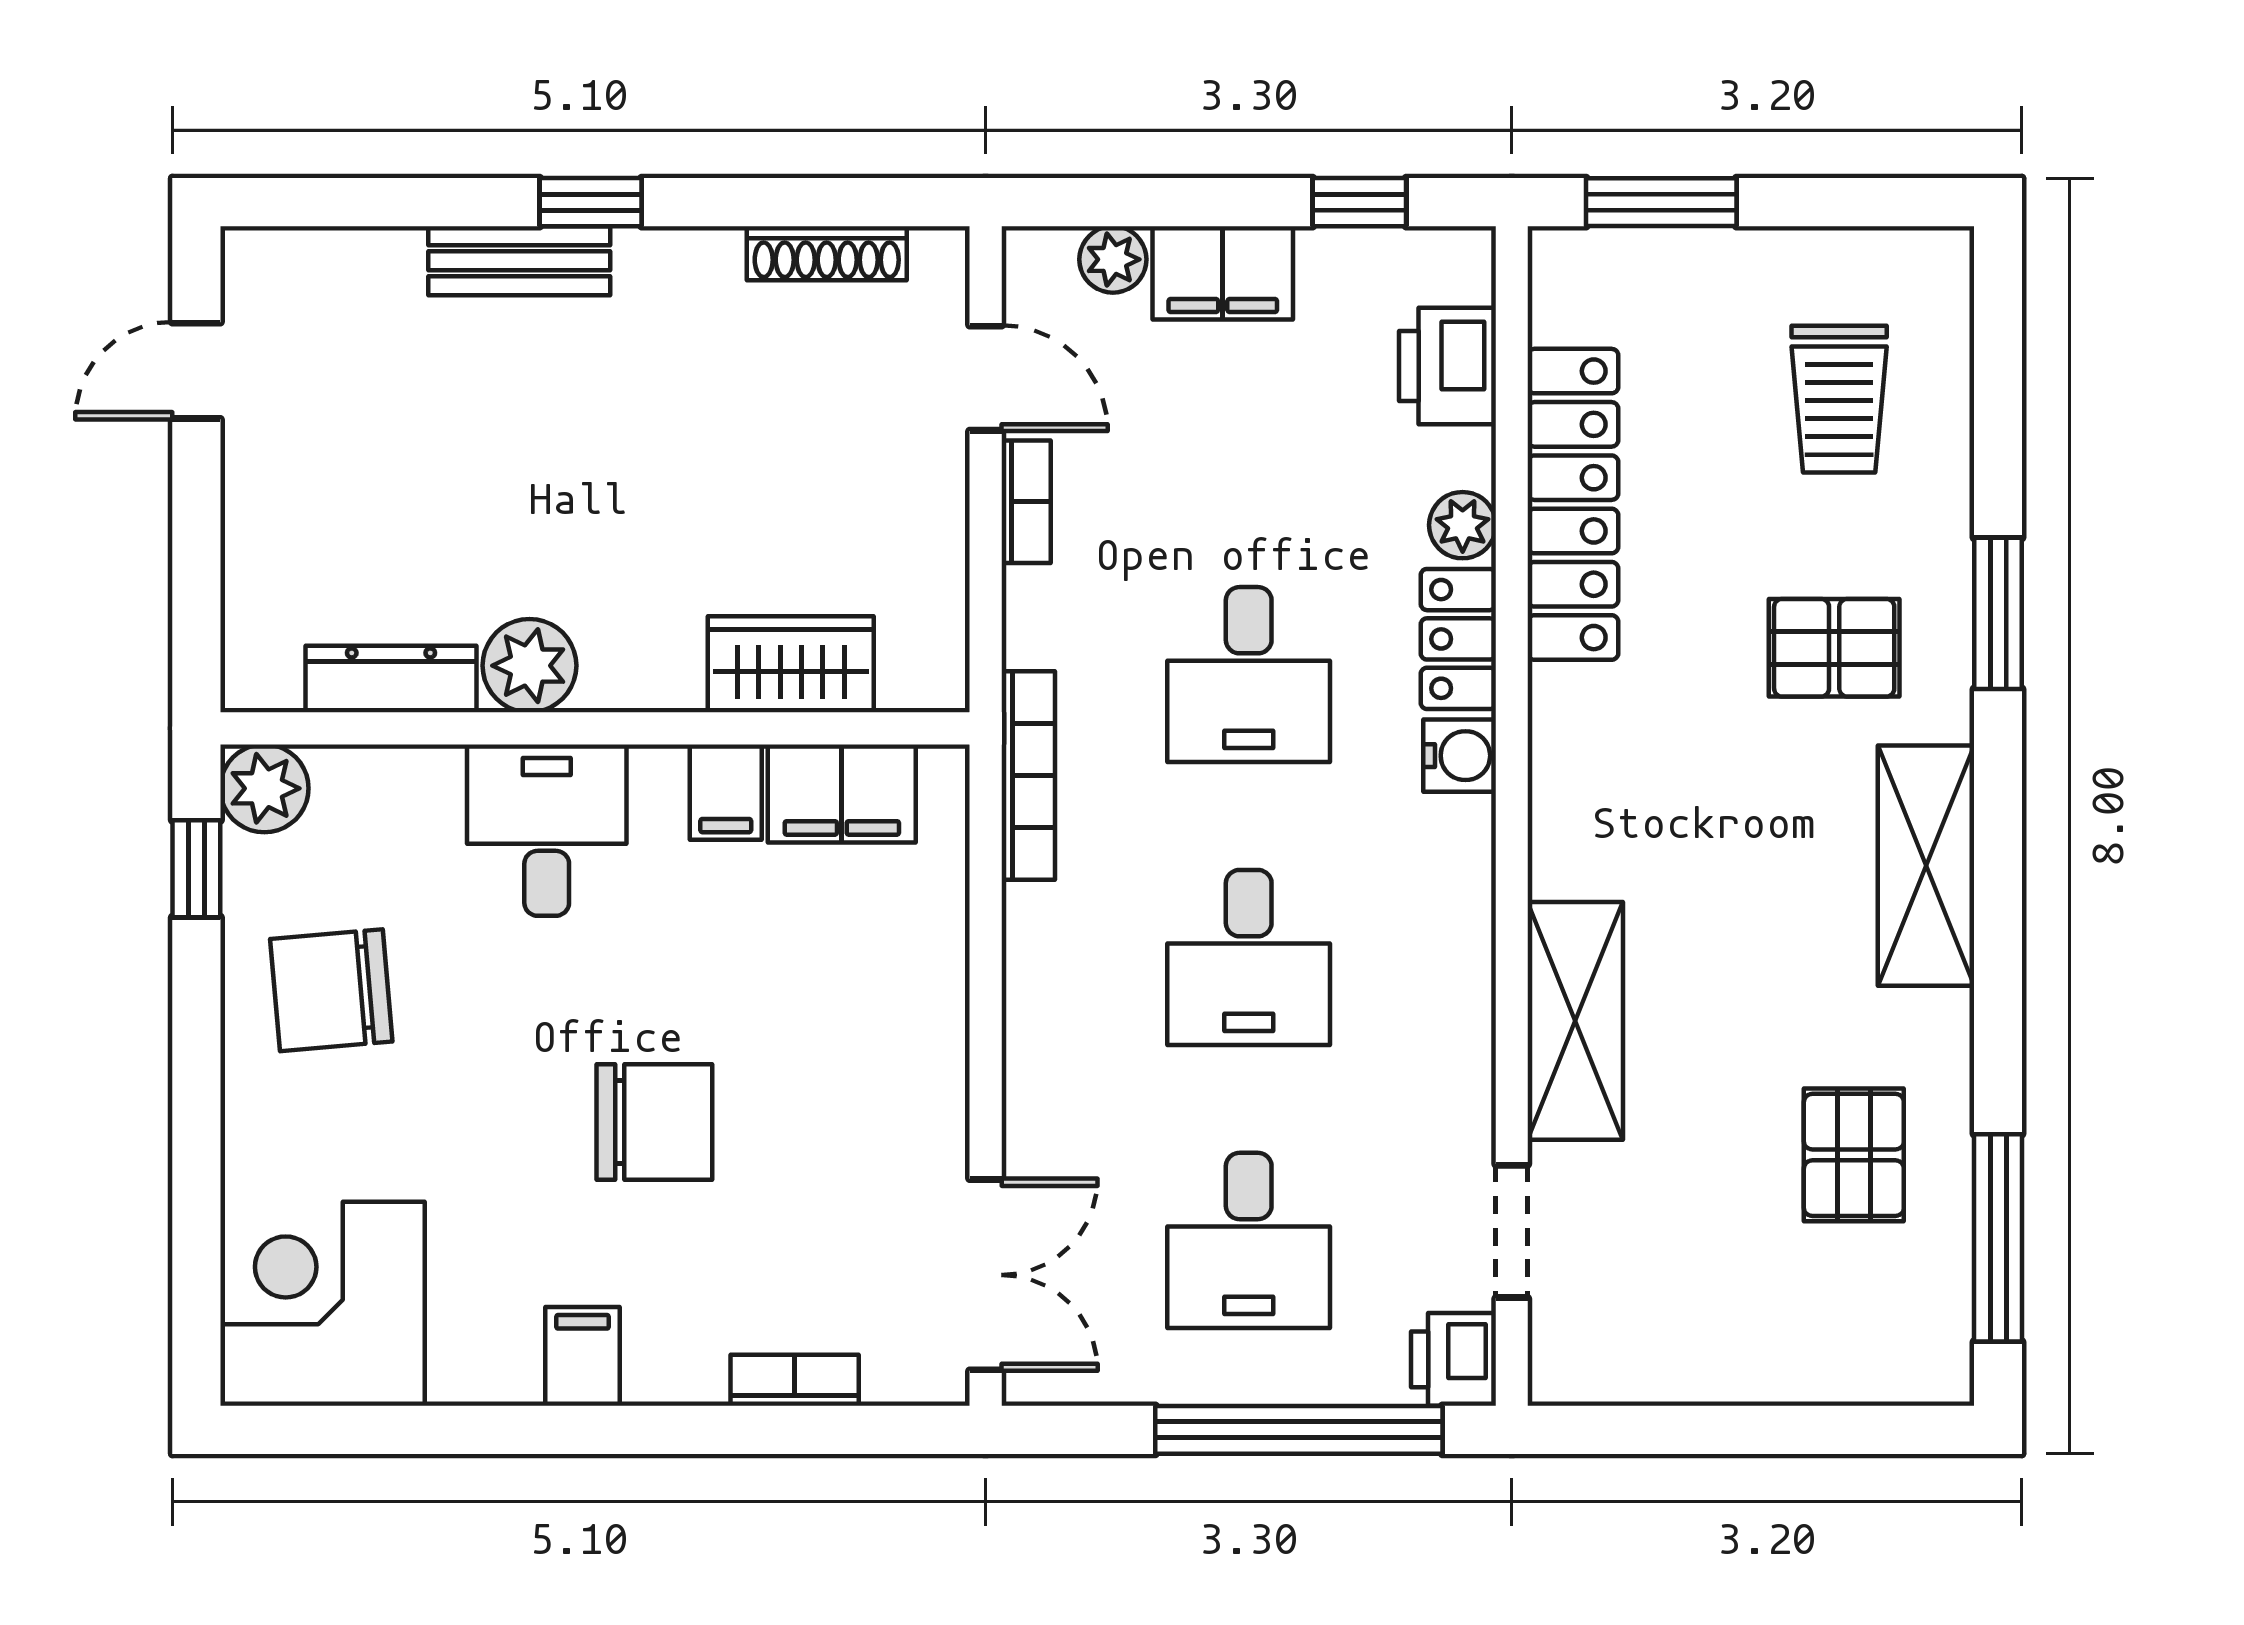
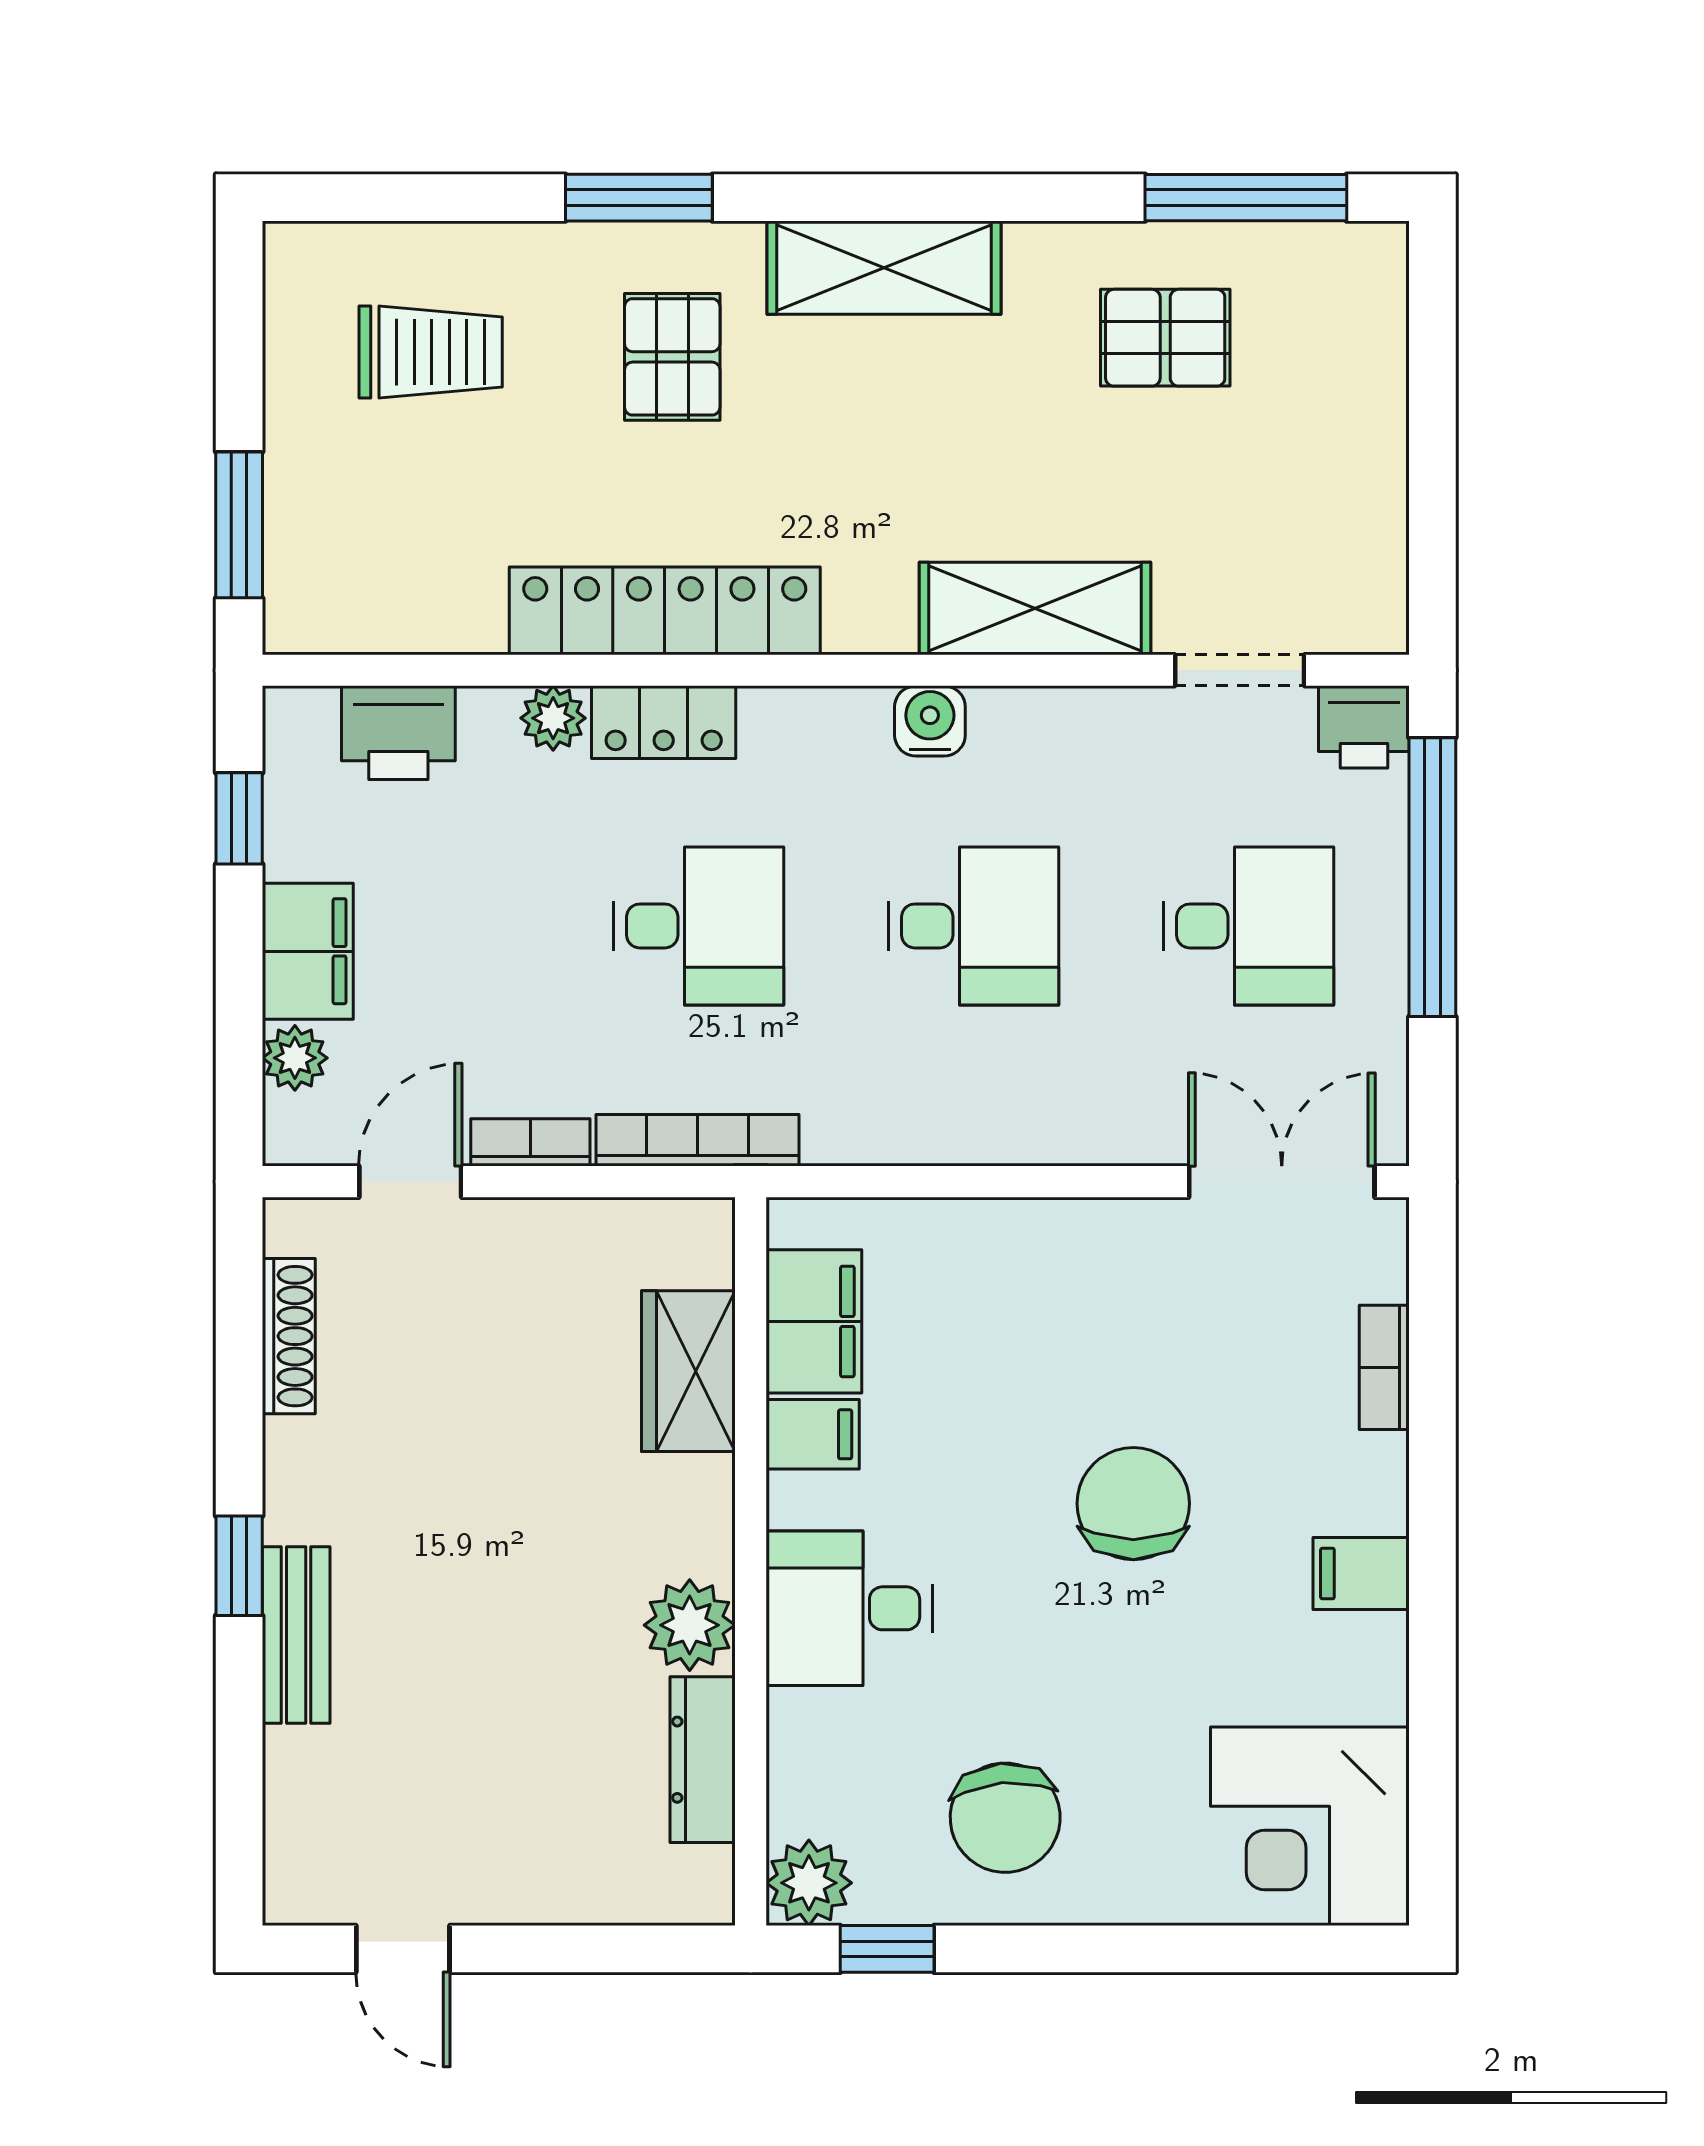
locker: (1573, 504) -> (665, 611), moved
water cooler: (1460, 756) -> (930, 721), moved
bookcase: (1028, 775) -> (698, 1140), moved

